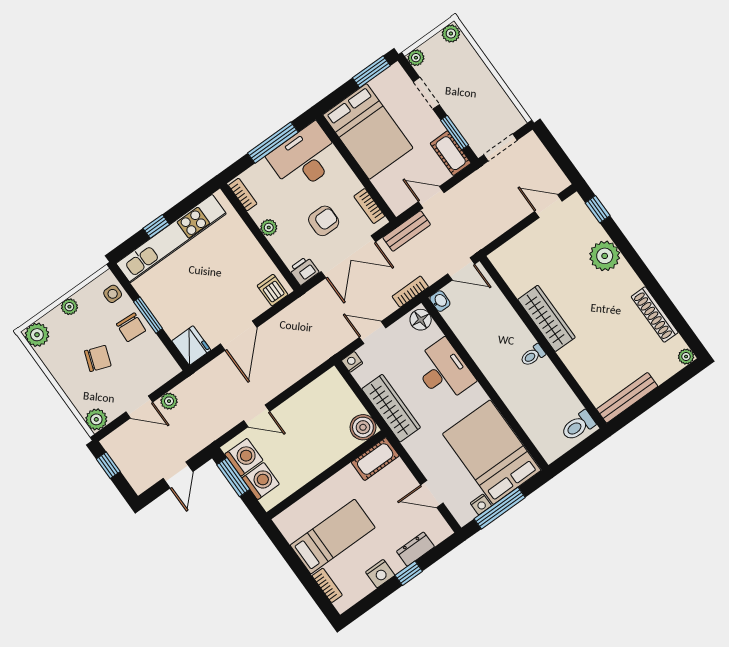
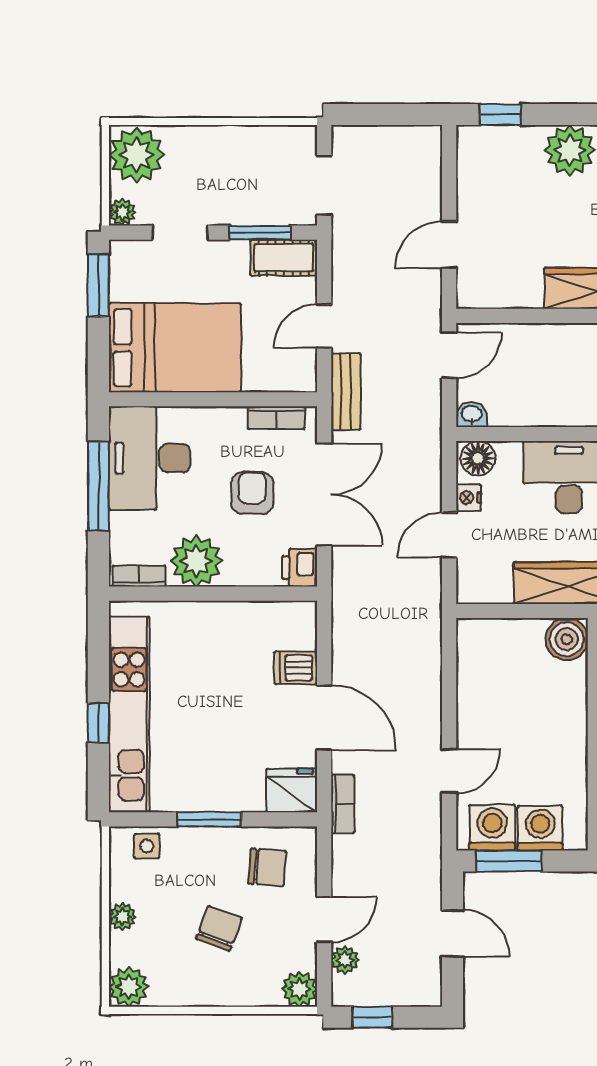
plant: (451, 33) -> (137, 155), width x1.88, depth x1.88
door: (548, 206) -> (449, 245), moved
plant: (269, 227) -> (196, 561), width x1.88, depth x1.88
dishwasher: (273, 290) -> (296, 668), moved
bookcase: (410, 292) -> (343, 804), moved, turned 180
chair: (131, 327) -> (267, 867), moved
nightstand: (352, 362) -> (469, 498), moved
plant: (169, 401) -> (345, 960), moved

